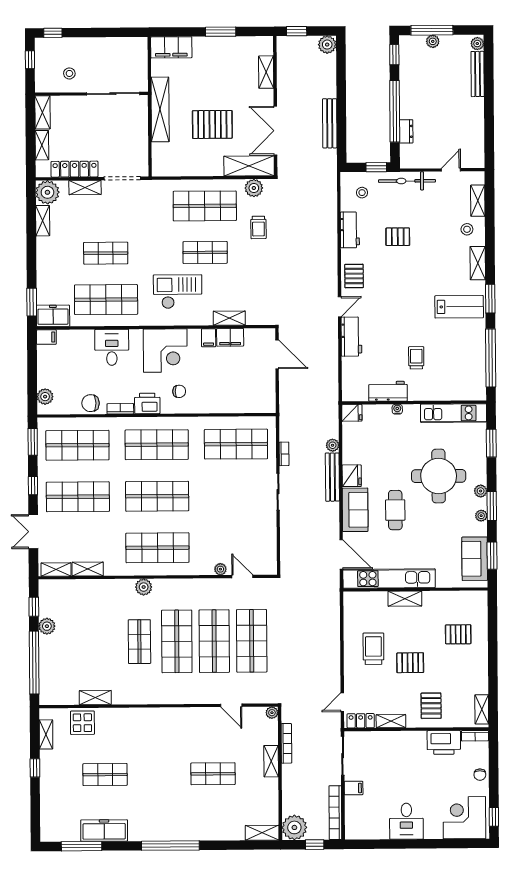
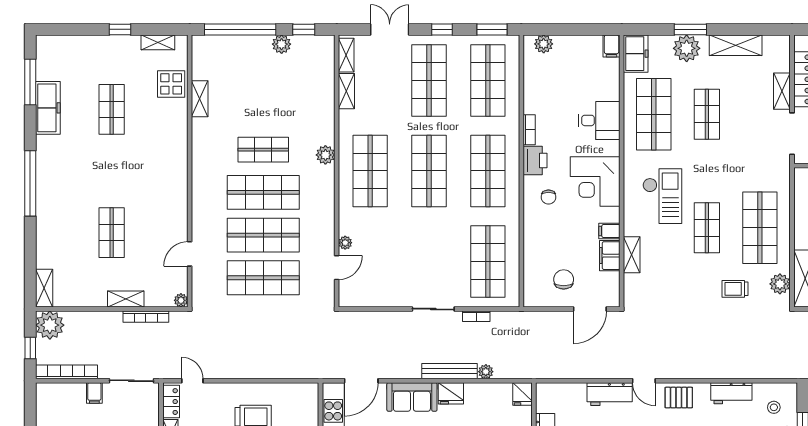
plant: (47, 192) -> (687, 48), moved
shelving: (43, 221) -> (736, 45), width x1.50, depth x1.33
window: (32, 302) -> (690, 29), moved
chair: (91, 403) -> (564, 279), moved

